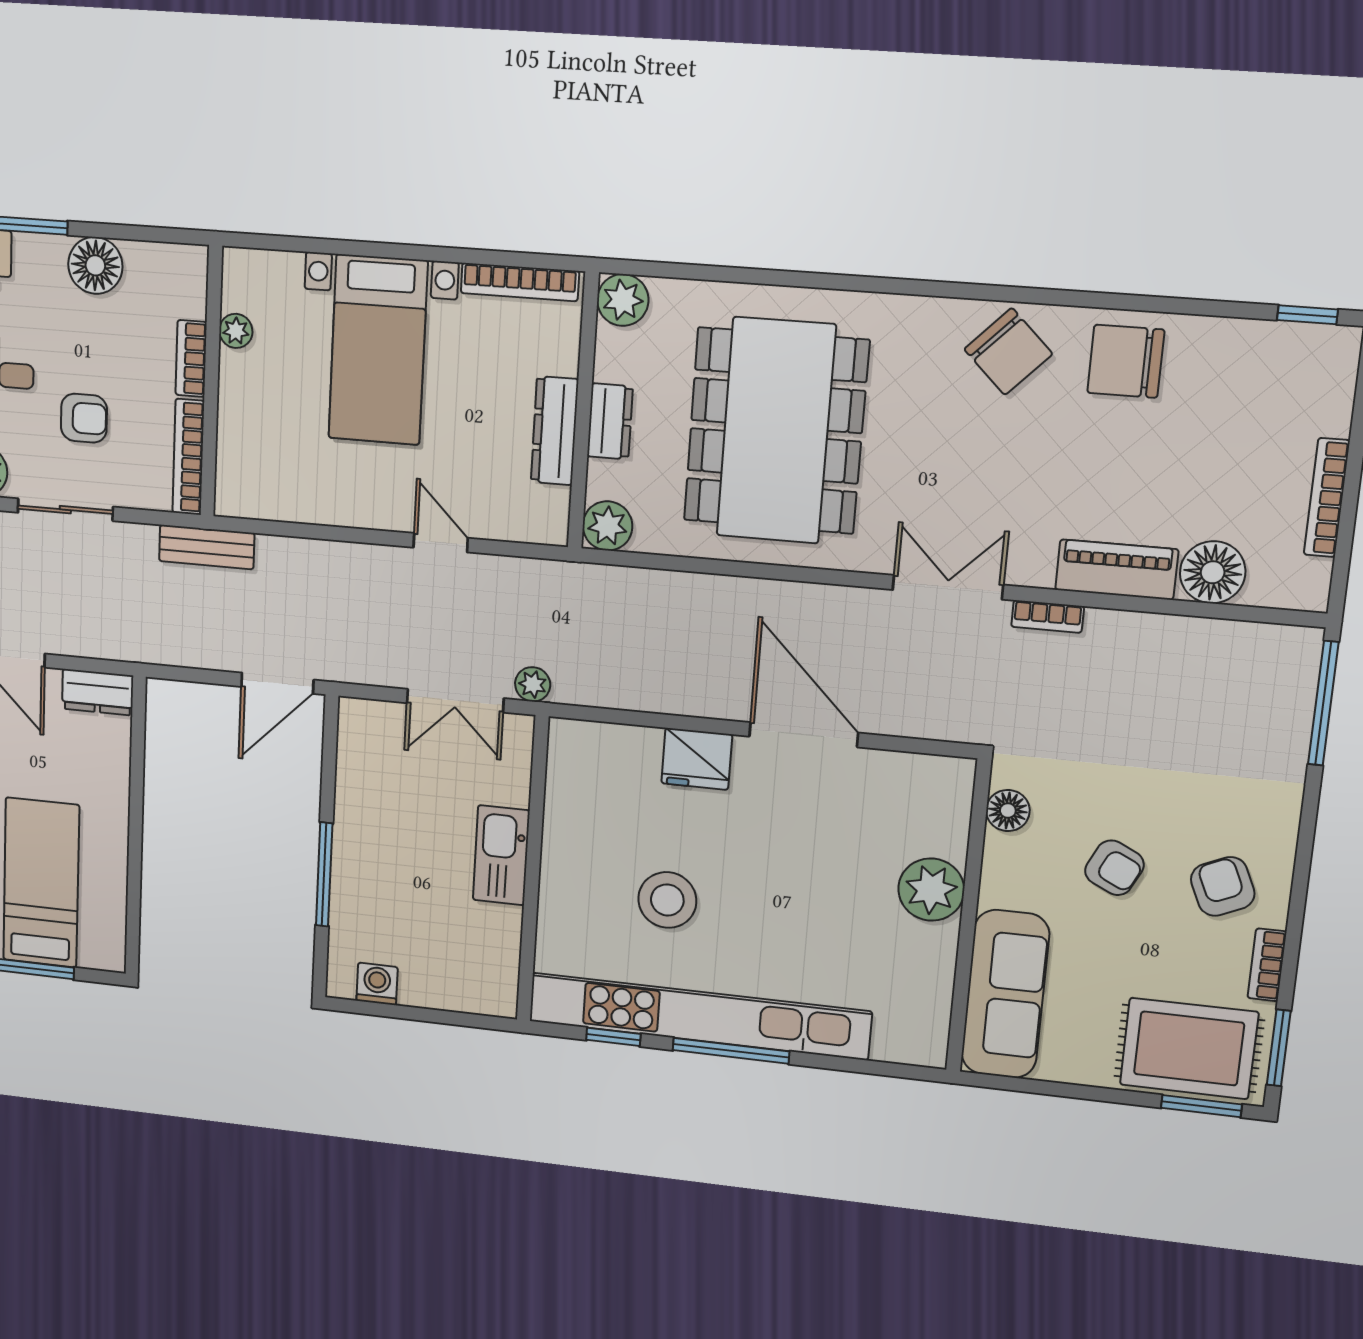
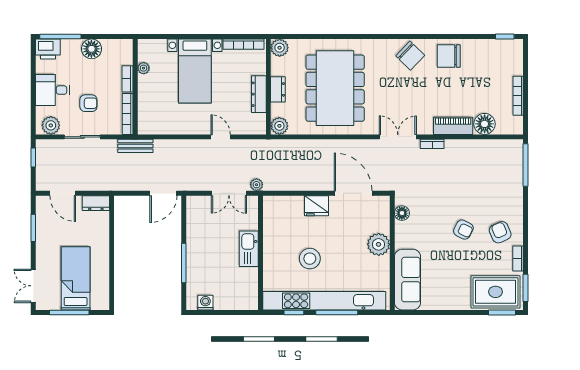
floor lamp: (1008, 811) -> (402, 213), moved
plant: (931, 890) -> (379, 244), moved
wall: (968, 917) -> (392, 253), moved
sofa: (1005, 994) -> (408, 280), moved

